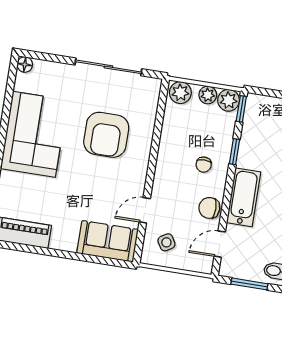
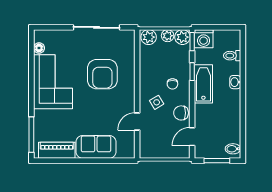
floor lamp: (25, 65) -> (39, 48), moved
washing machine: (258, 108) -> (204, 39), added
bathtub: (244, 197) -> (203, 84), moved
sofa: (108, 241) -> (96, 147), moved
side table: (166, 242) -> (157, 102), moved

